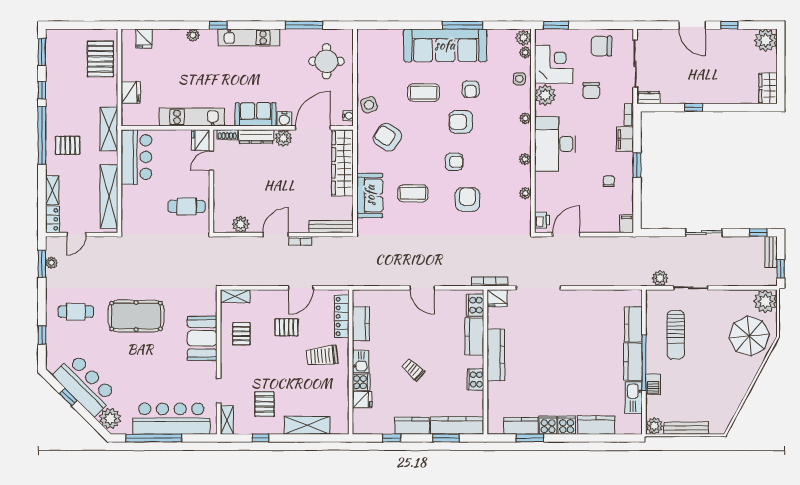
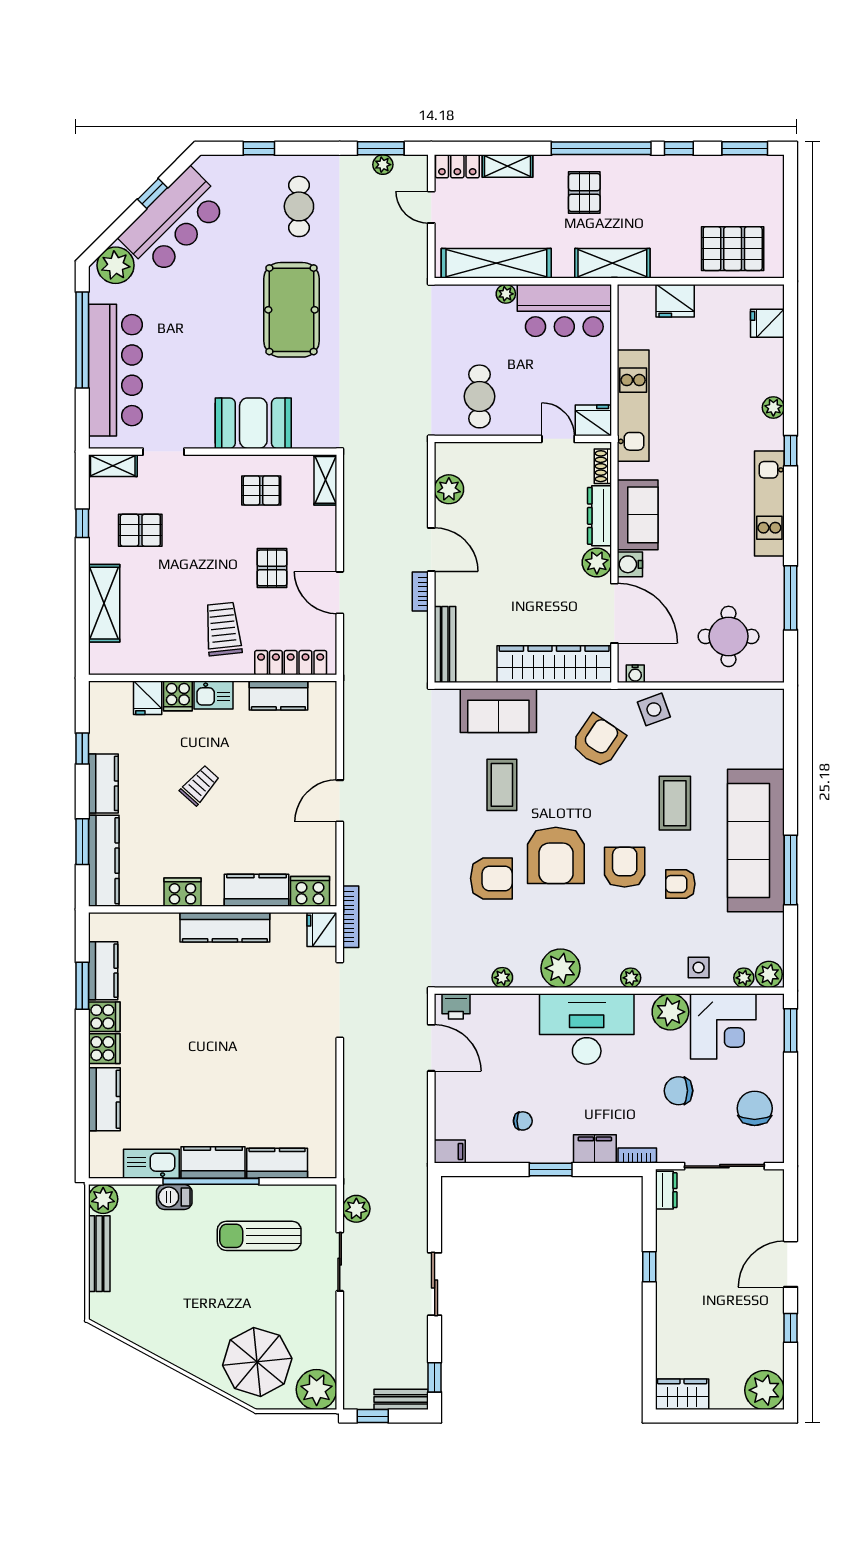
plant: (525, 159) -> (561, 968), width x1.87, depth x1.87
armchair: (454, 162) -> (556, 855), width x1.88, depth x1.88
plant: (127, 191) -> (506, 294), added

